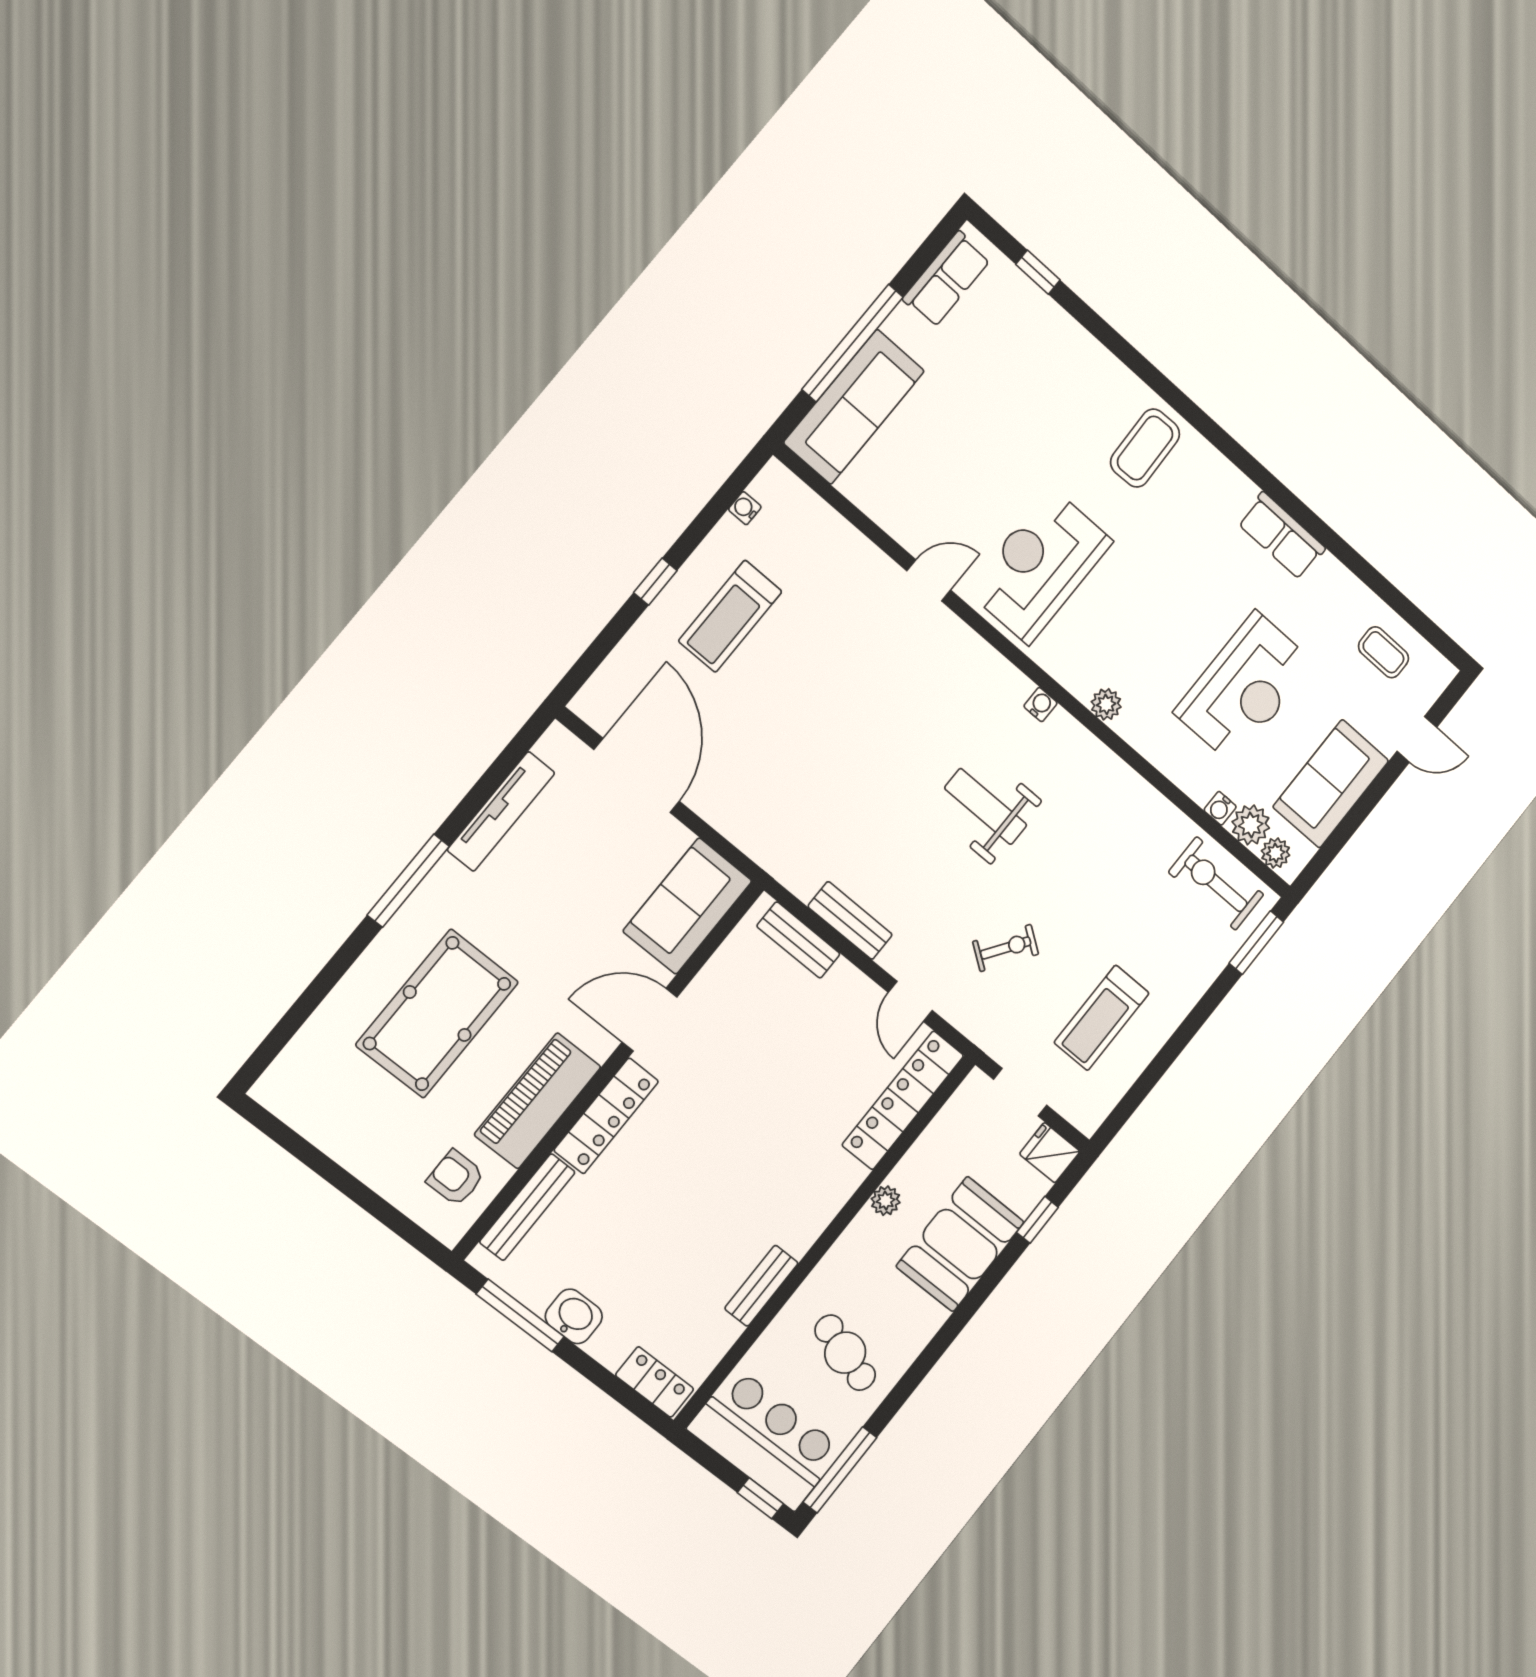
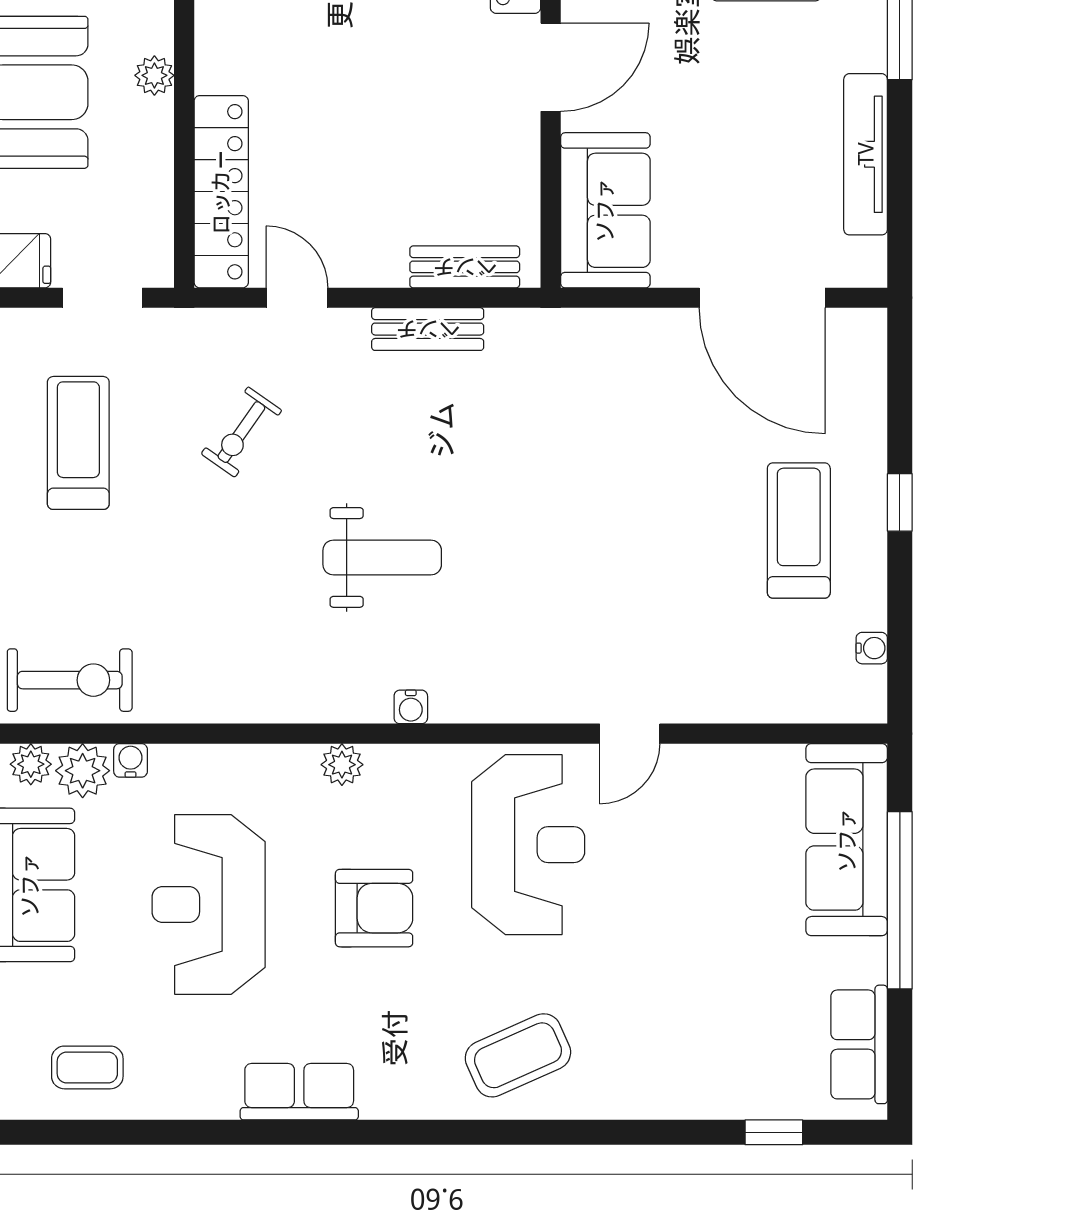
coffee table: (1145, 448) -> (518, 1055), turned 68
armchair: (1156, 605) -> (374, 908), added

